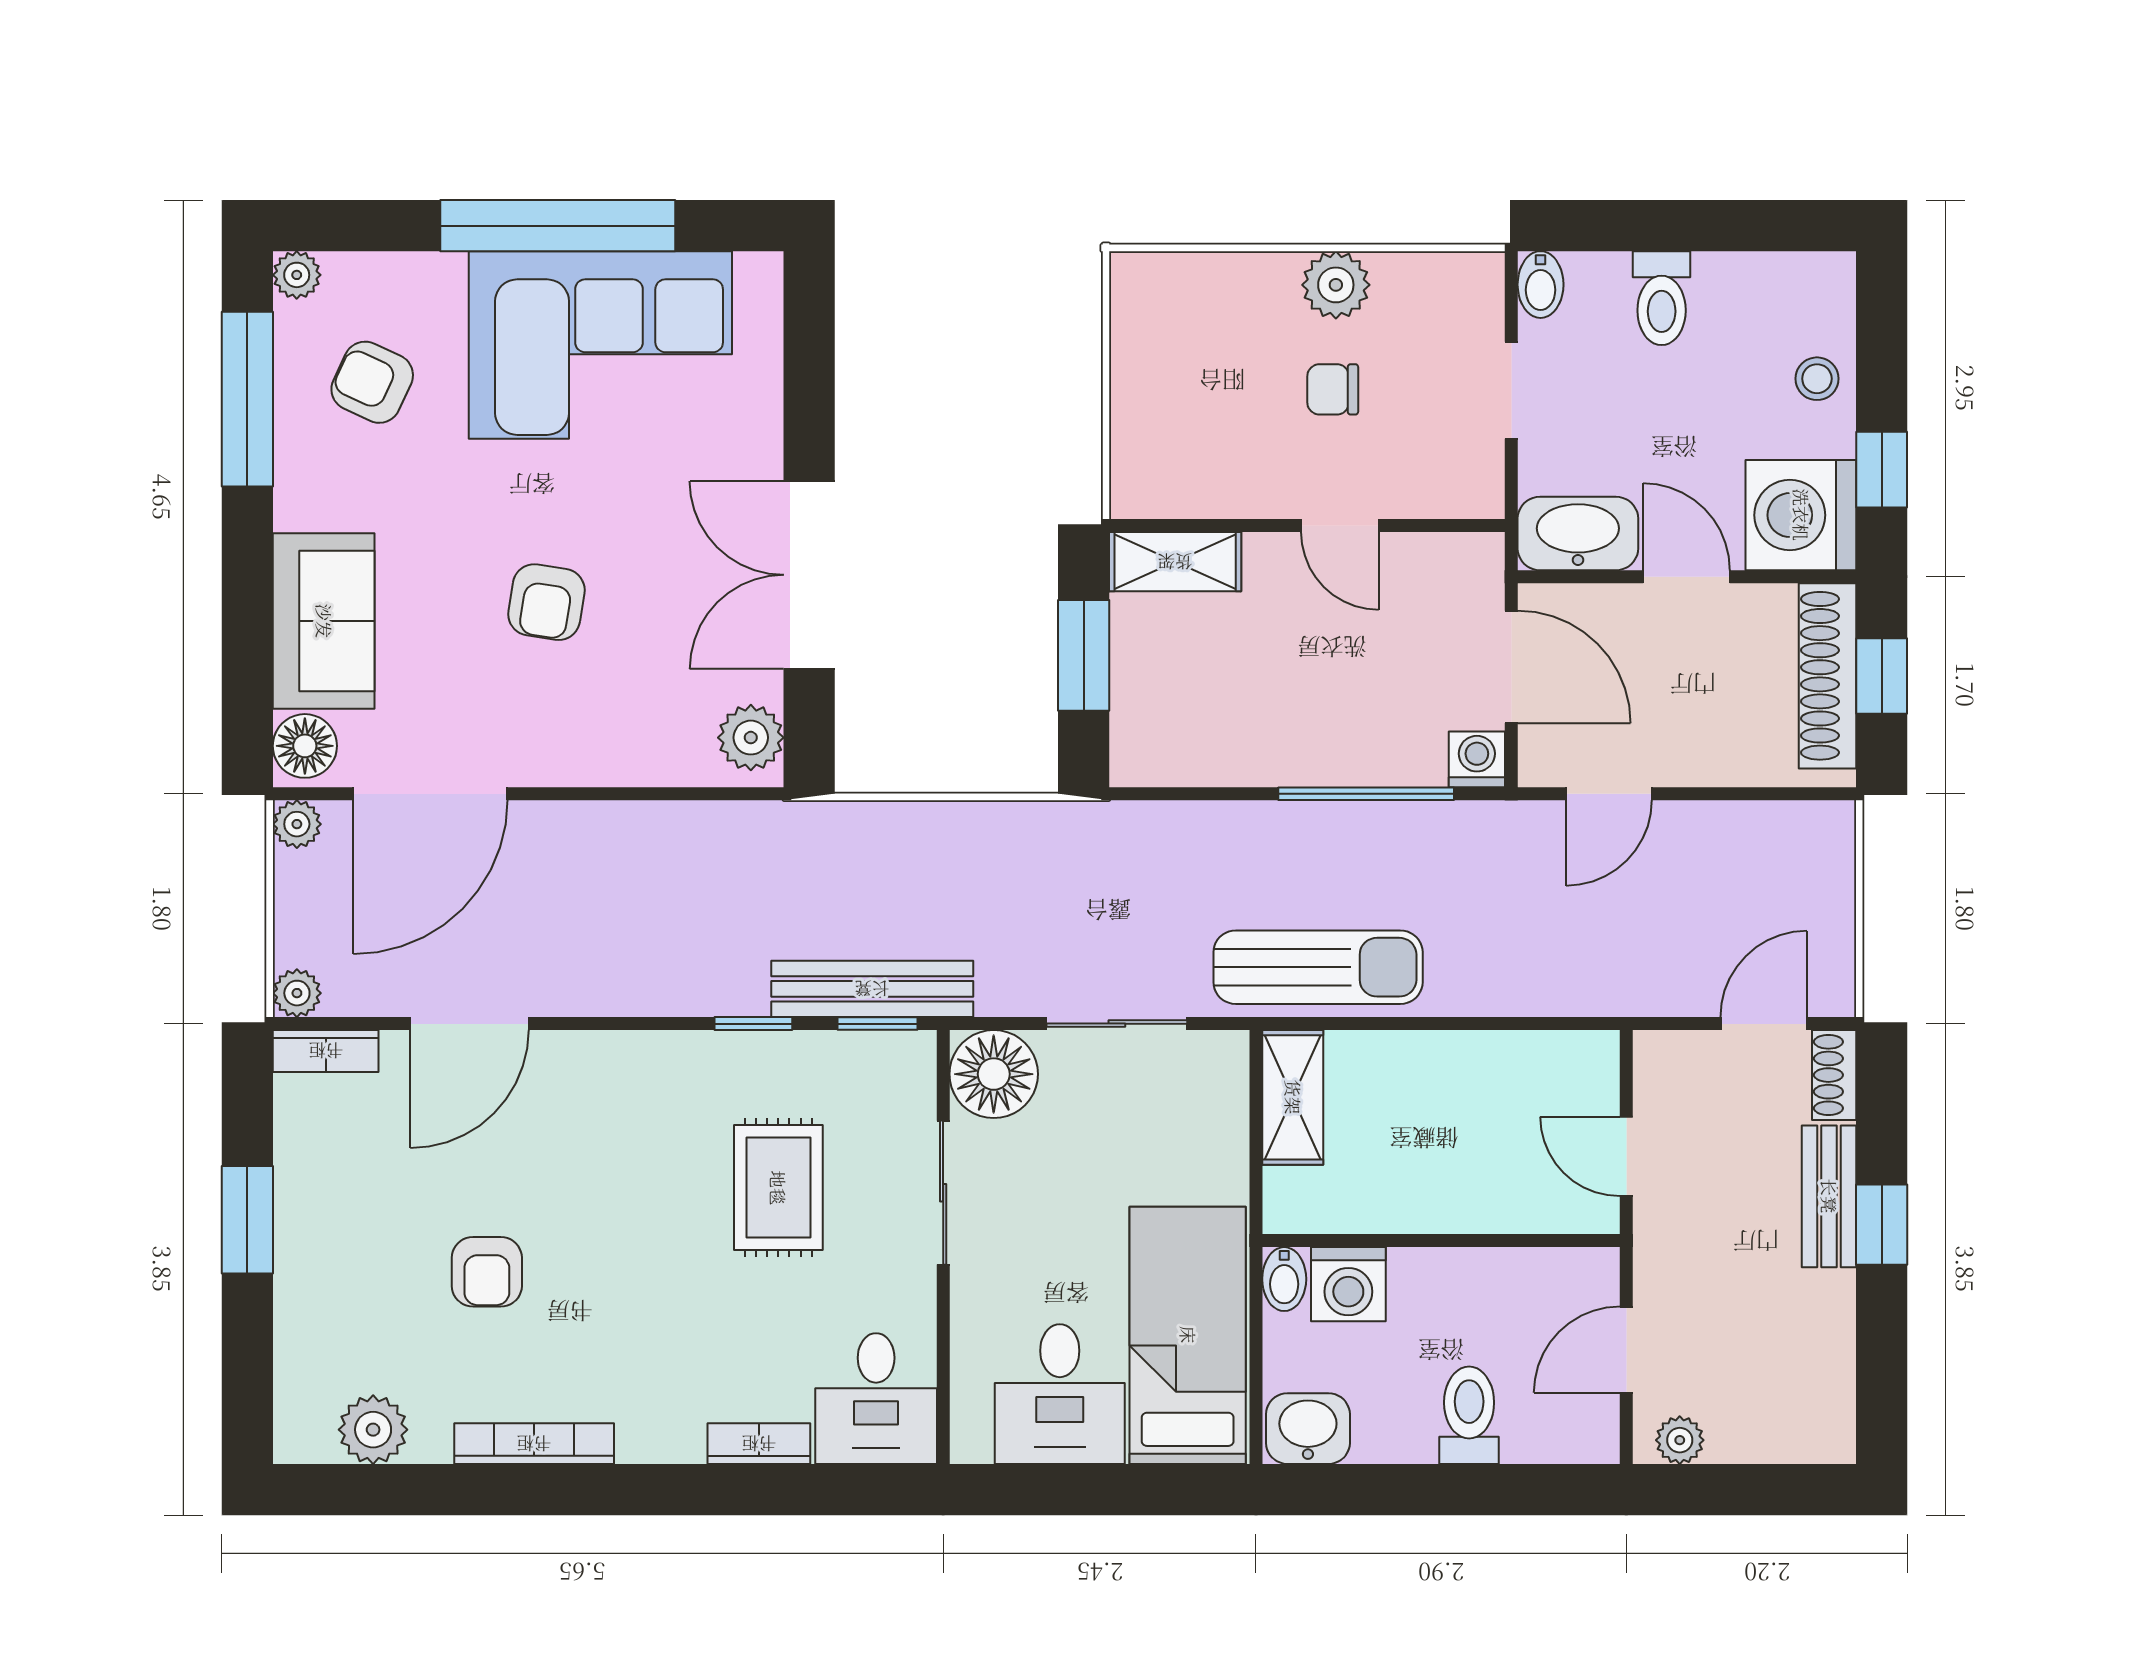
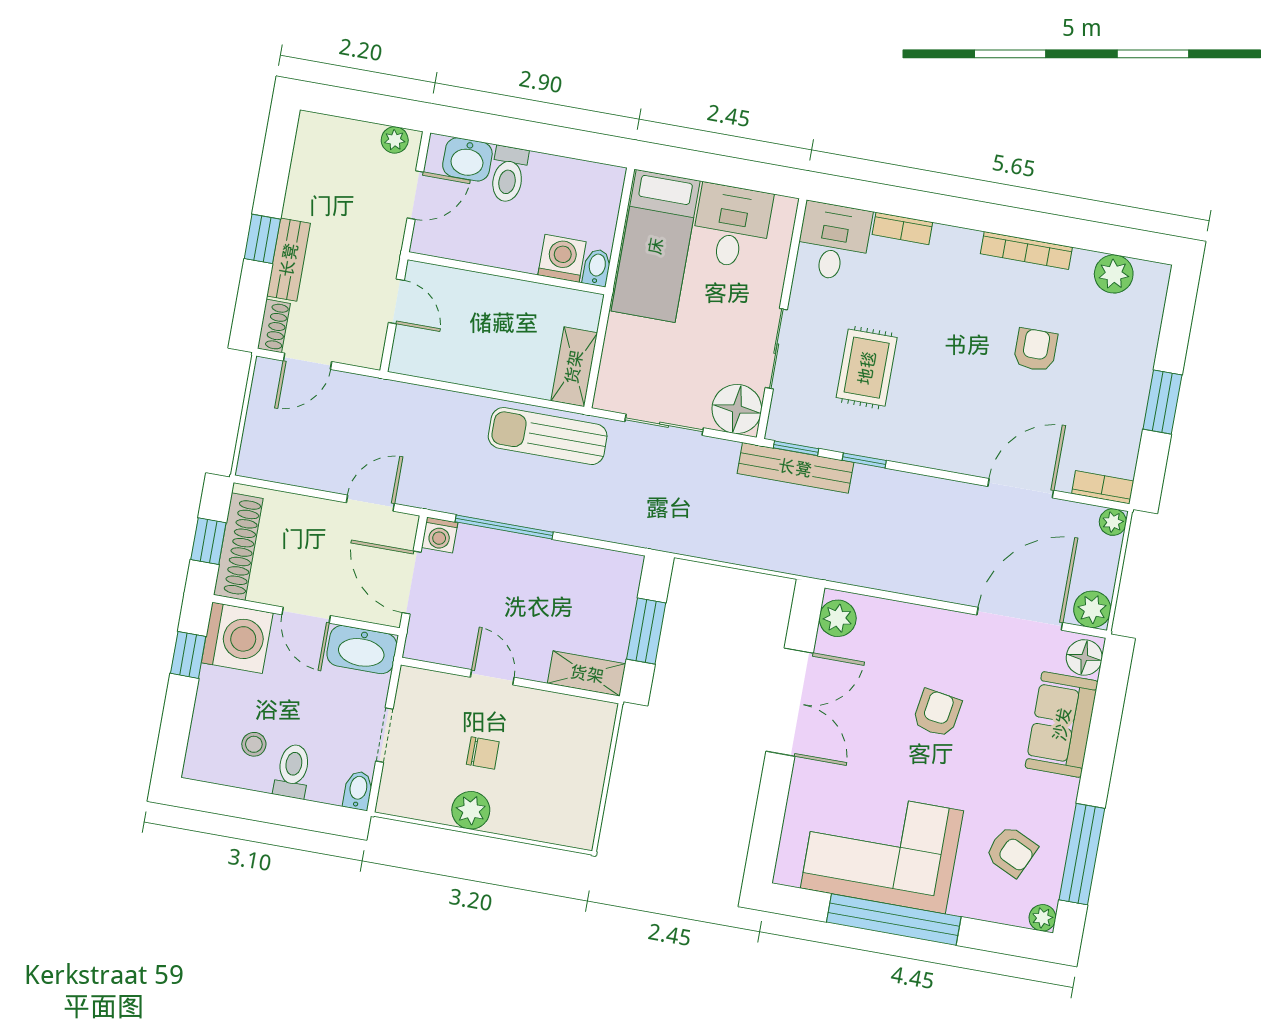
stool: (1817, 379) -> (254, 744), moved
plant: (297, 824) -> (1092, 609), width x1.38, depth x1.38
washbasin: (1308, 1429) -> (467, 159), moved

